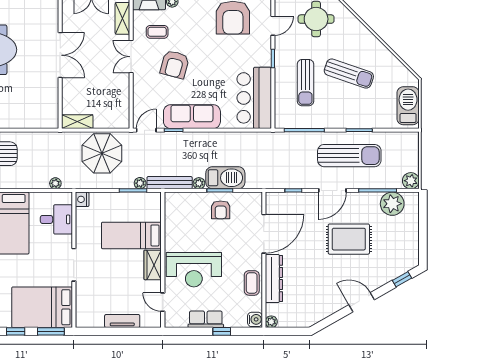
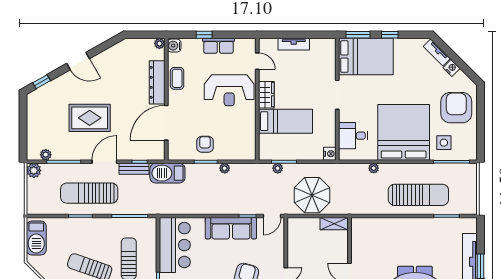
barbecue: (225, 178) -> (167, 173), moved
plant: (55, 183) -> (374, 168), moved
bench: (170, 183) -> (134, 169), moved, width x0.73
plant: (392, 204) -> (46, 155), width x0.53, depth x0.53
reception desk: (194, 270) -> (229, 90), turned 180

